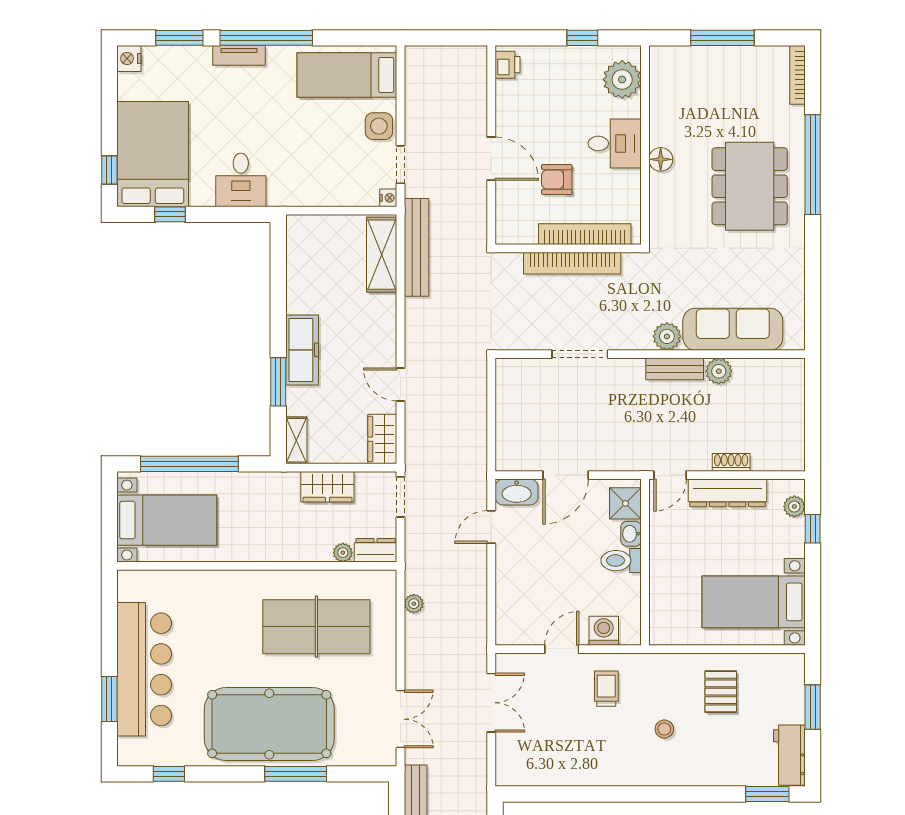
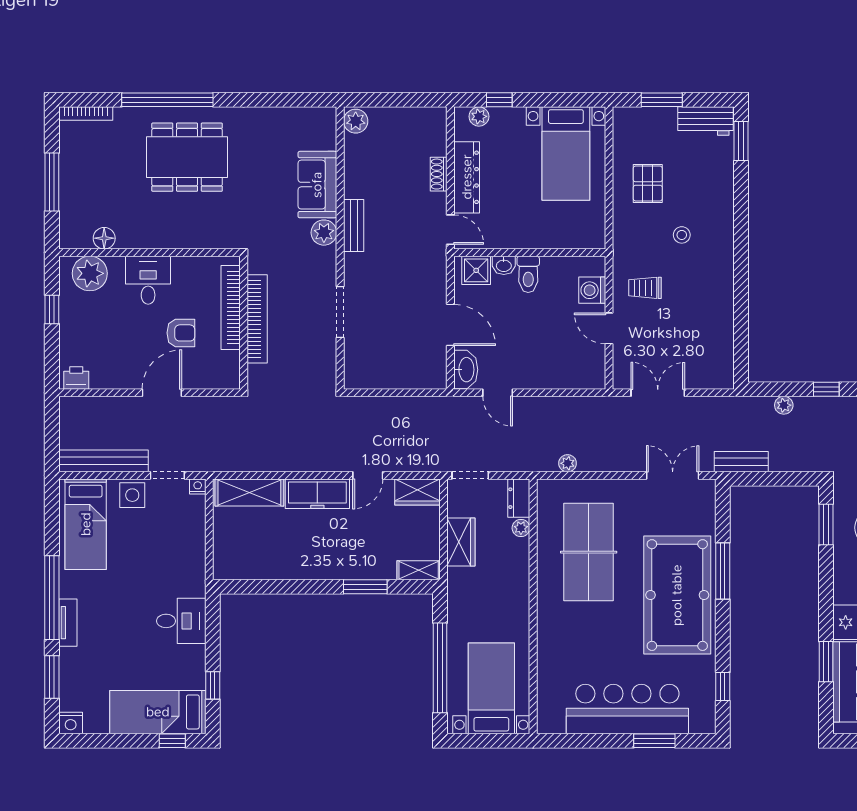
bed: (153, 154) -> (158, 712), width x0.67
floor lamp: (661, 159) -> (104, 238), moved
armchair: (557, 179) -> (181, 333), turned -90
bench: (416, 247) -> (103, 461), moved
sofa: (733, 329) -> (317, 185), width x0.73
freezer: (302, 350) -> (317, 494), moved, turned 180
plant: (719, 371) -> (356, 121), moved
pallet: (721, 692) -> (648, 184), turned 90

